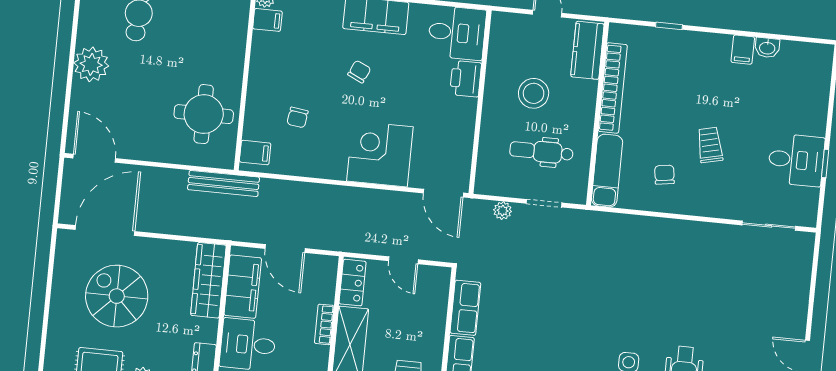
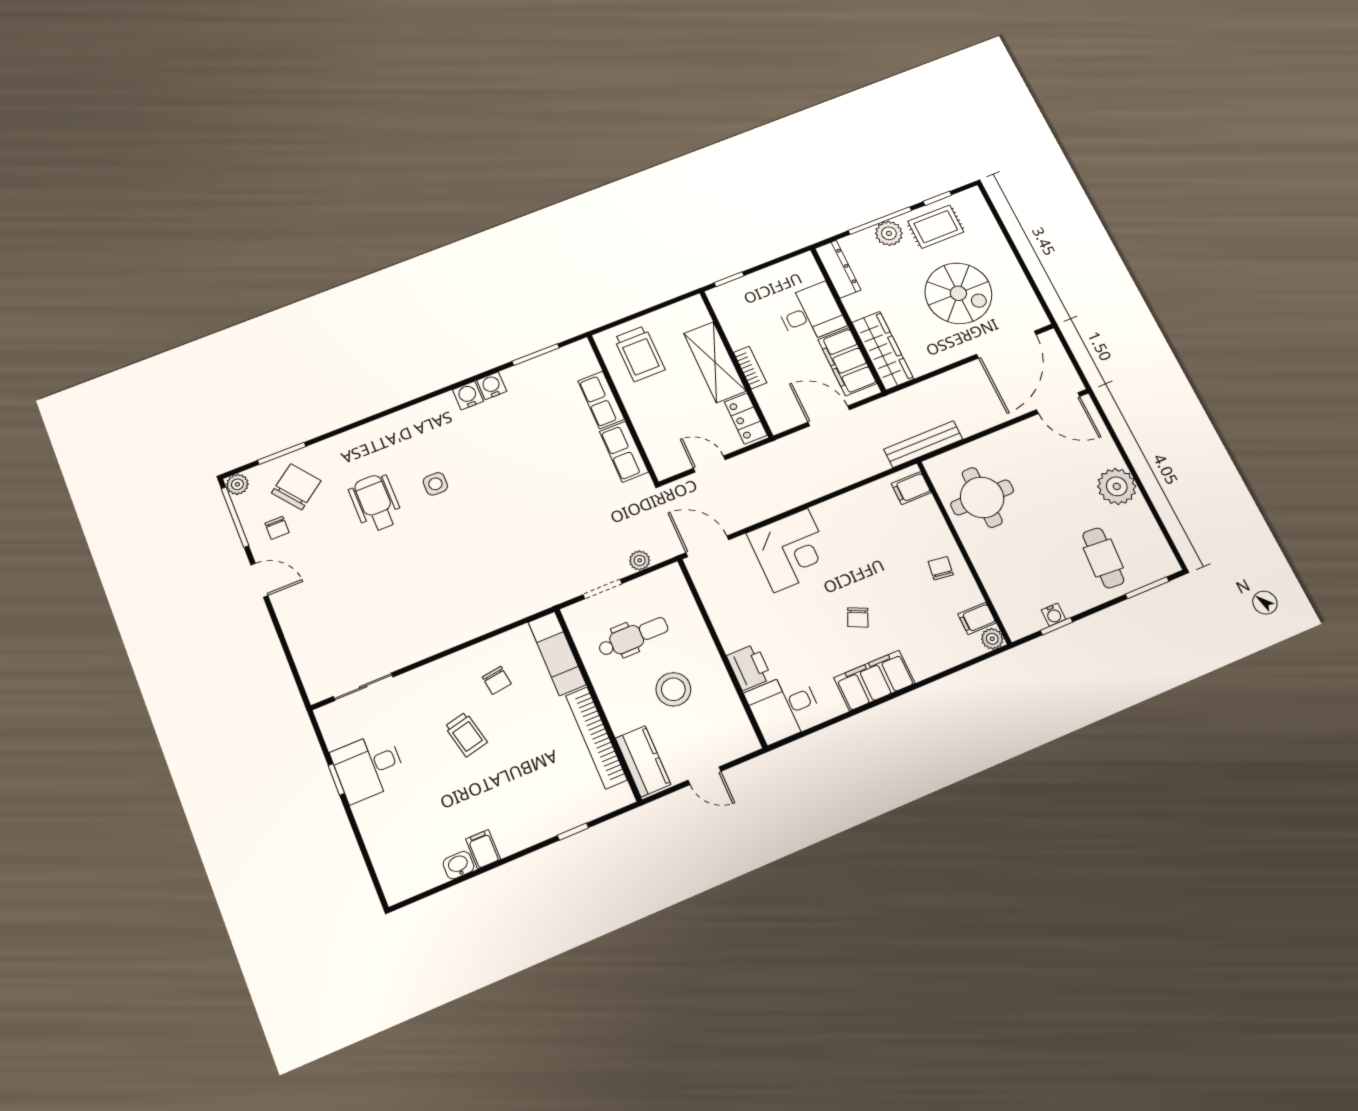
chair: (297, 117) -> (941, 568), moved

